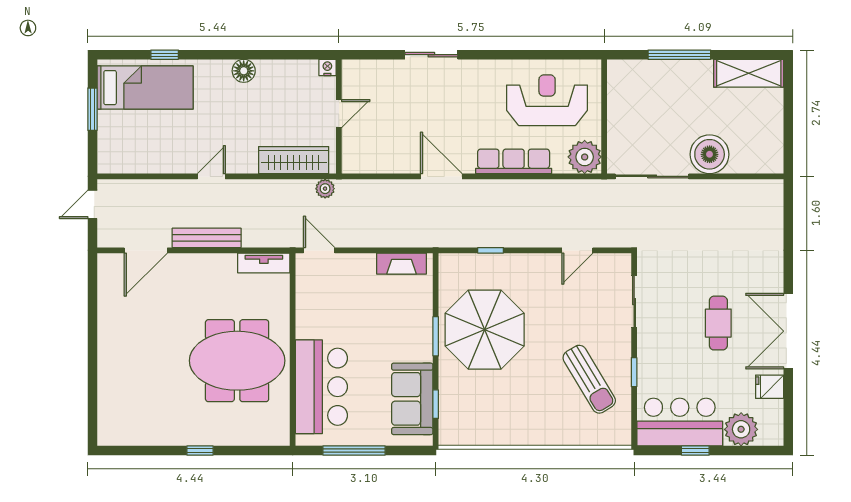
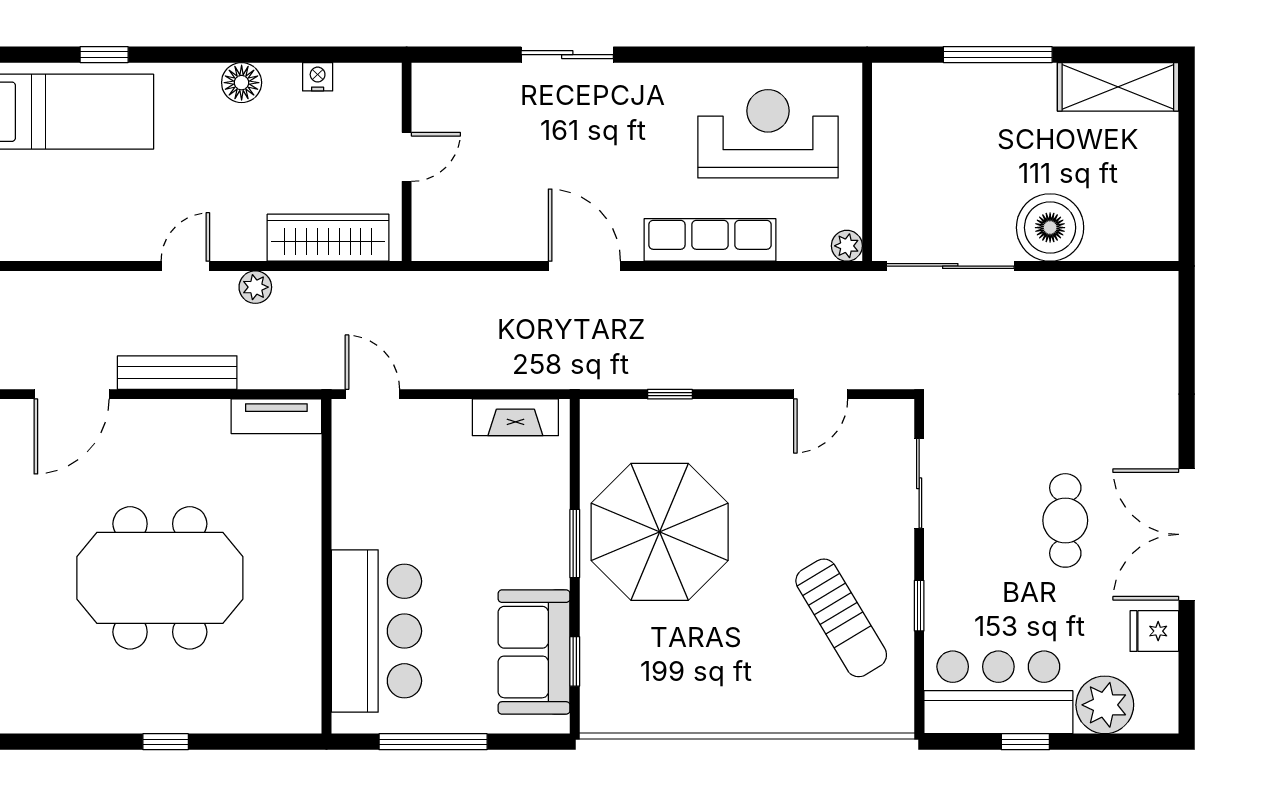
nightstand: (327, 67) -> (318, 77), moved
plant: (585, 157) -> (847, 246), width x0.53, depth x0.53
plant: (325, 189) -> (255, 287), moved
meeting table: (237, 361) -> (160, 578), moved

